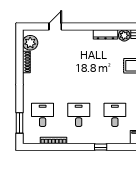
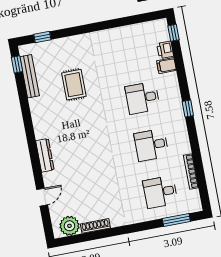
door: (55, 26) -> (42, 197), swing flipped
dresser: (105, 34) -> (45, 155), moved
plant: (124, 35) -> (37, 105), removed

